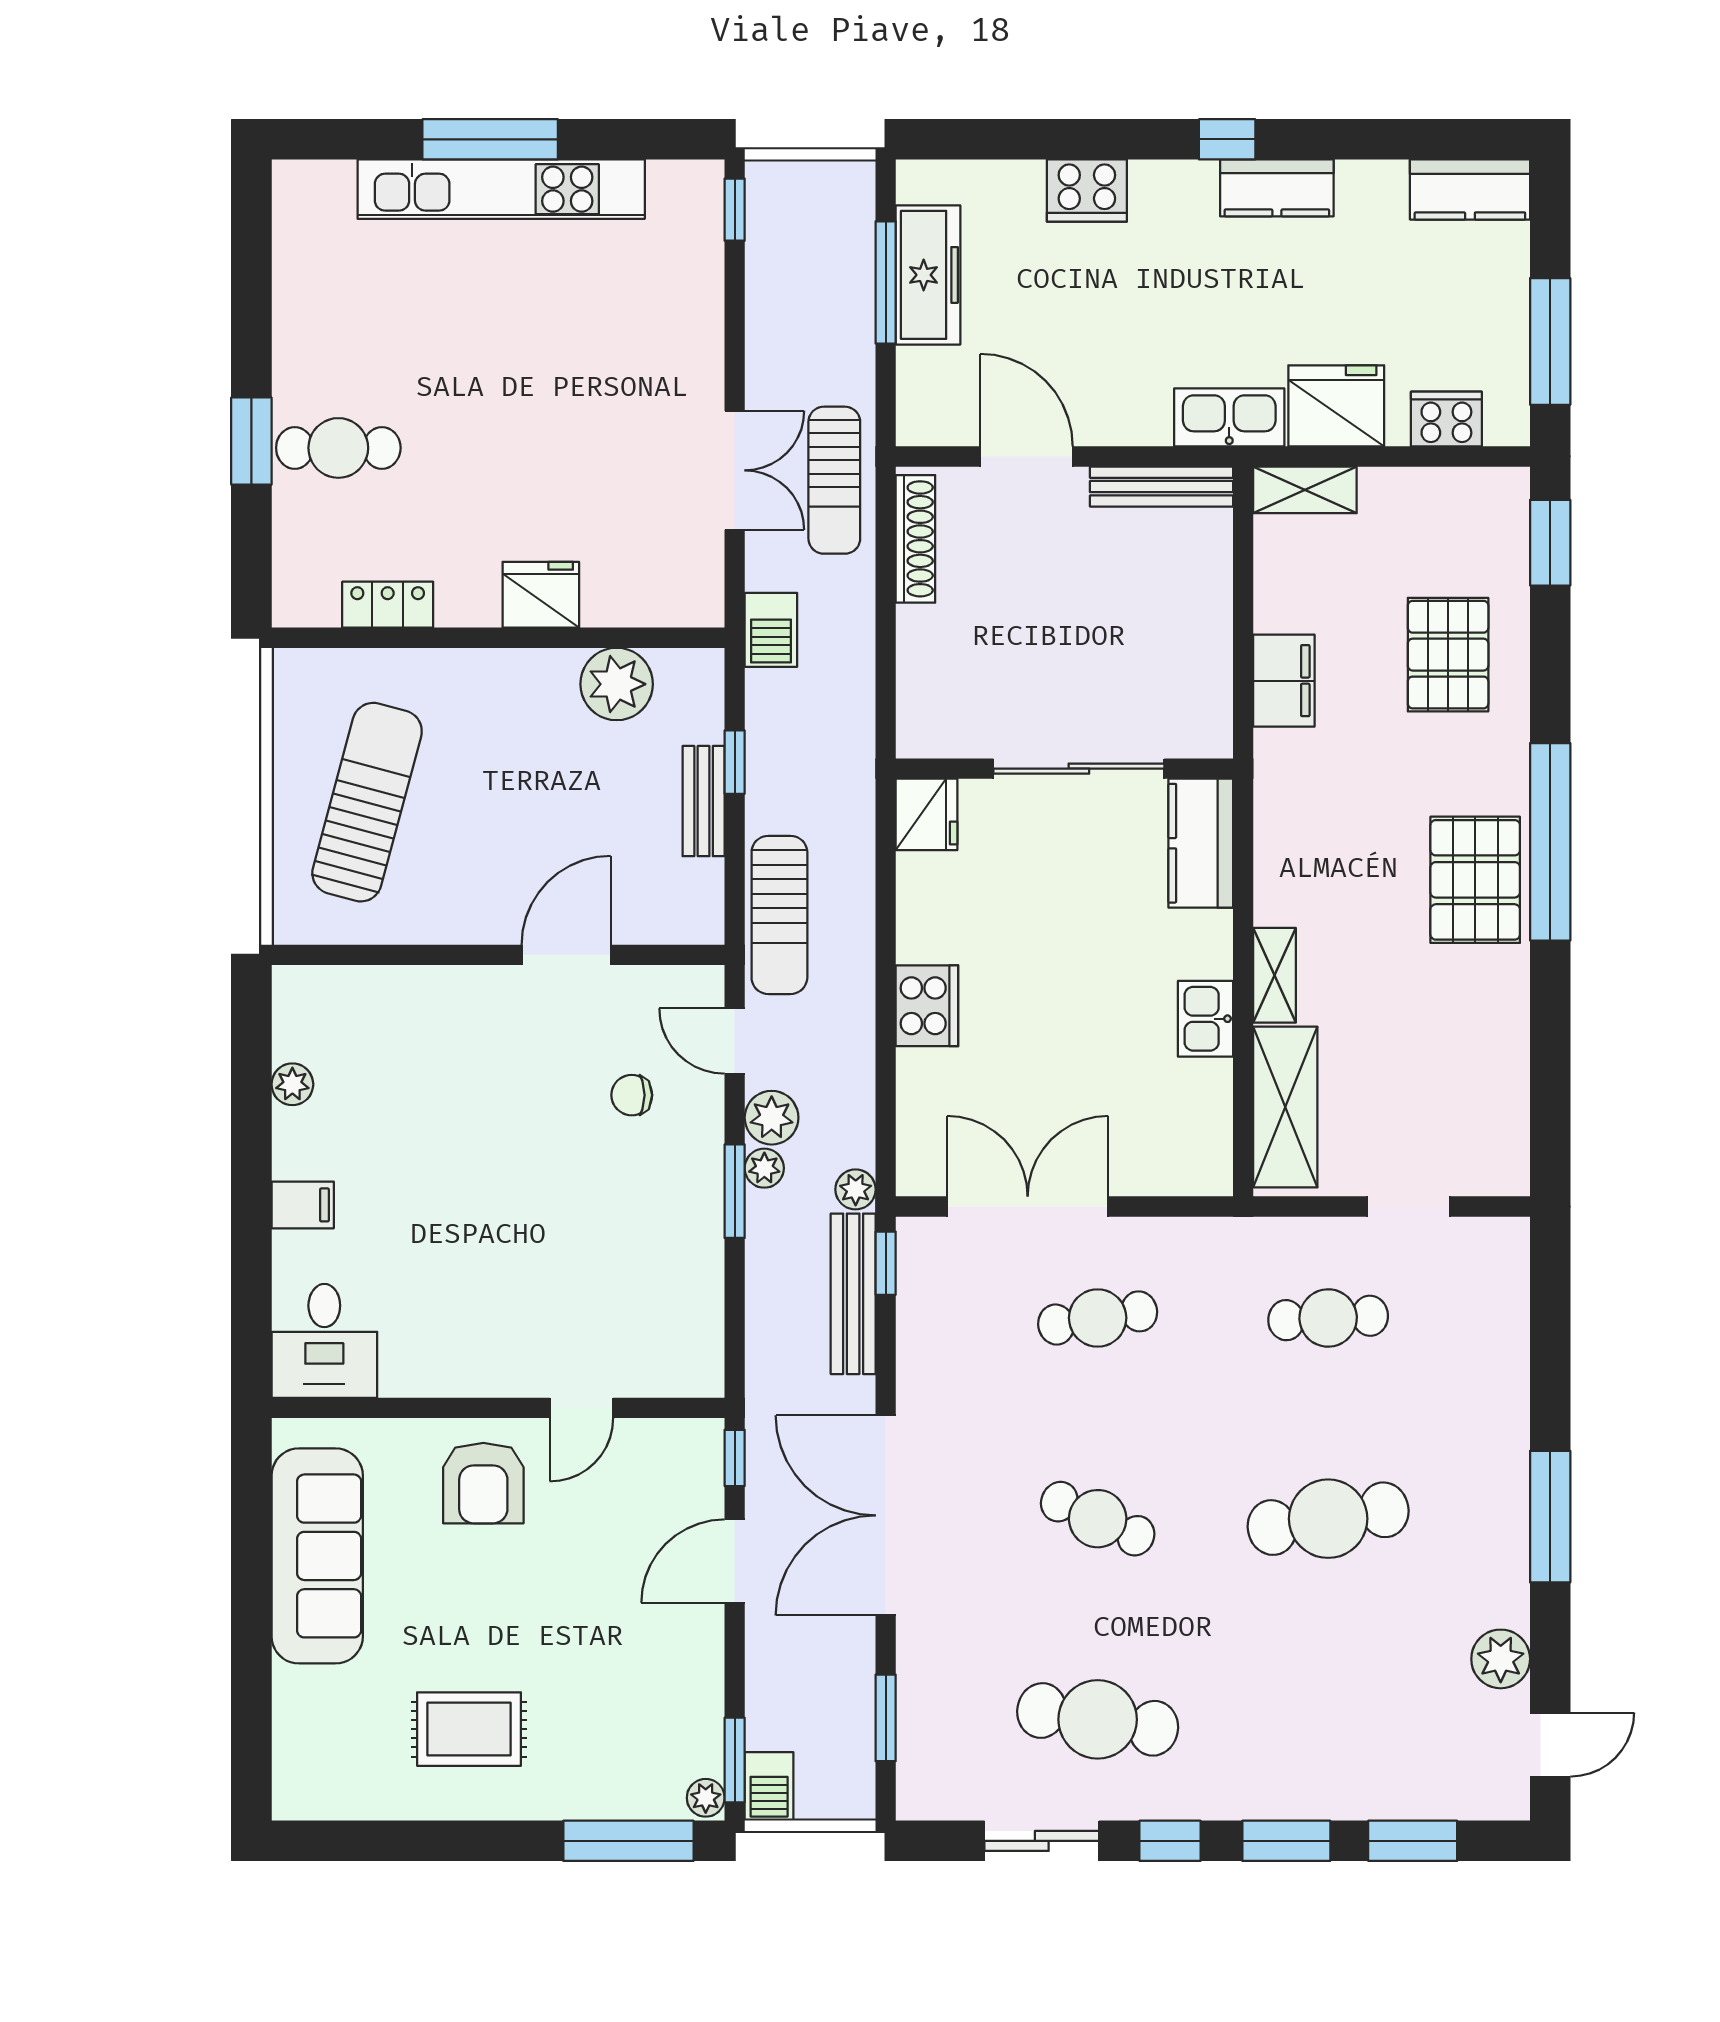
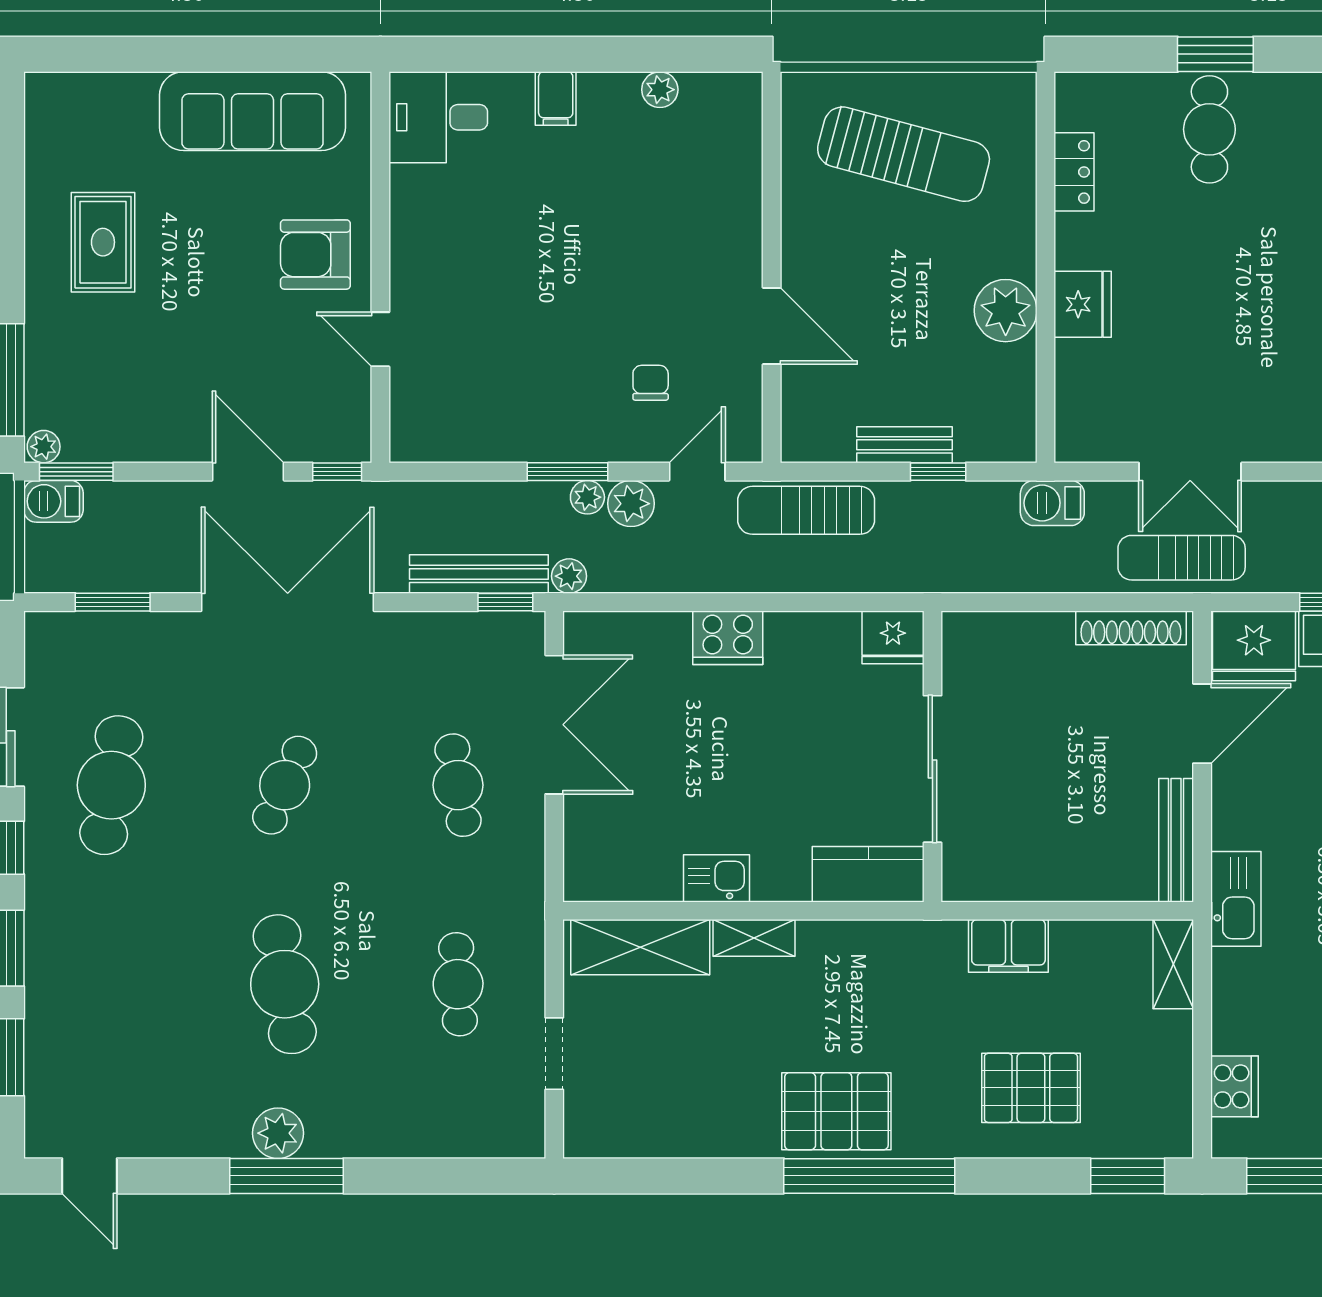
fridge: (1336, 406) -> (1254, 646), moved, turned 90
plant: (617, 684) -> (1006, 311), moved
plant: (1501, 1659) -> (278, 1133), moved

